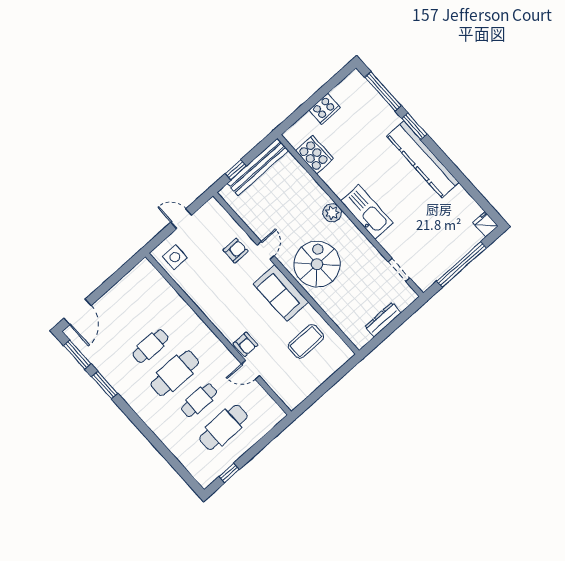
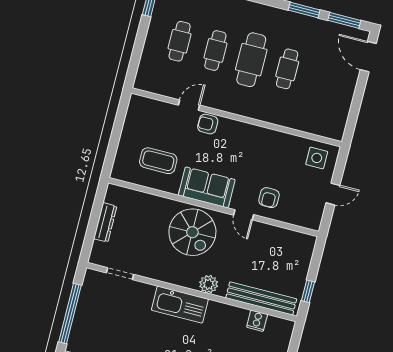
cooker: (315, 155) -> (257, 321), width x0.53, depth x0.76
bench: (258, 167) -> (261, 298), moved, turned 90
window: (236, 170) -> (308, 291), moved
coffee table: (306, 341) -> (158, 161), turned 90
cafe table: (223, 427) -> (180, 41), width x0.73, depth x0.74

